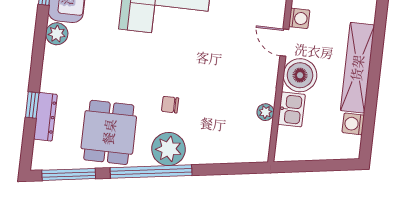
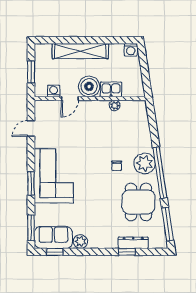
washing machine: (353, 124) -> (131, 50), moved
dining table: (109, 132) -> (138, 202), turned 90

